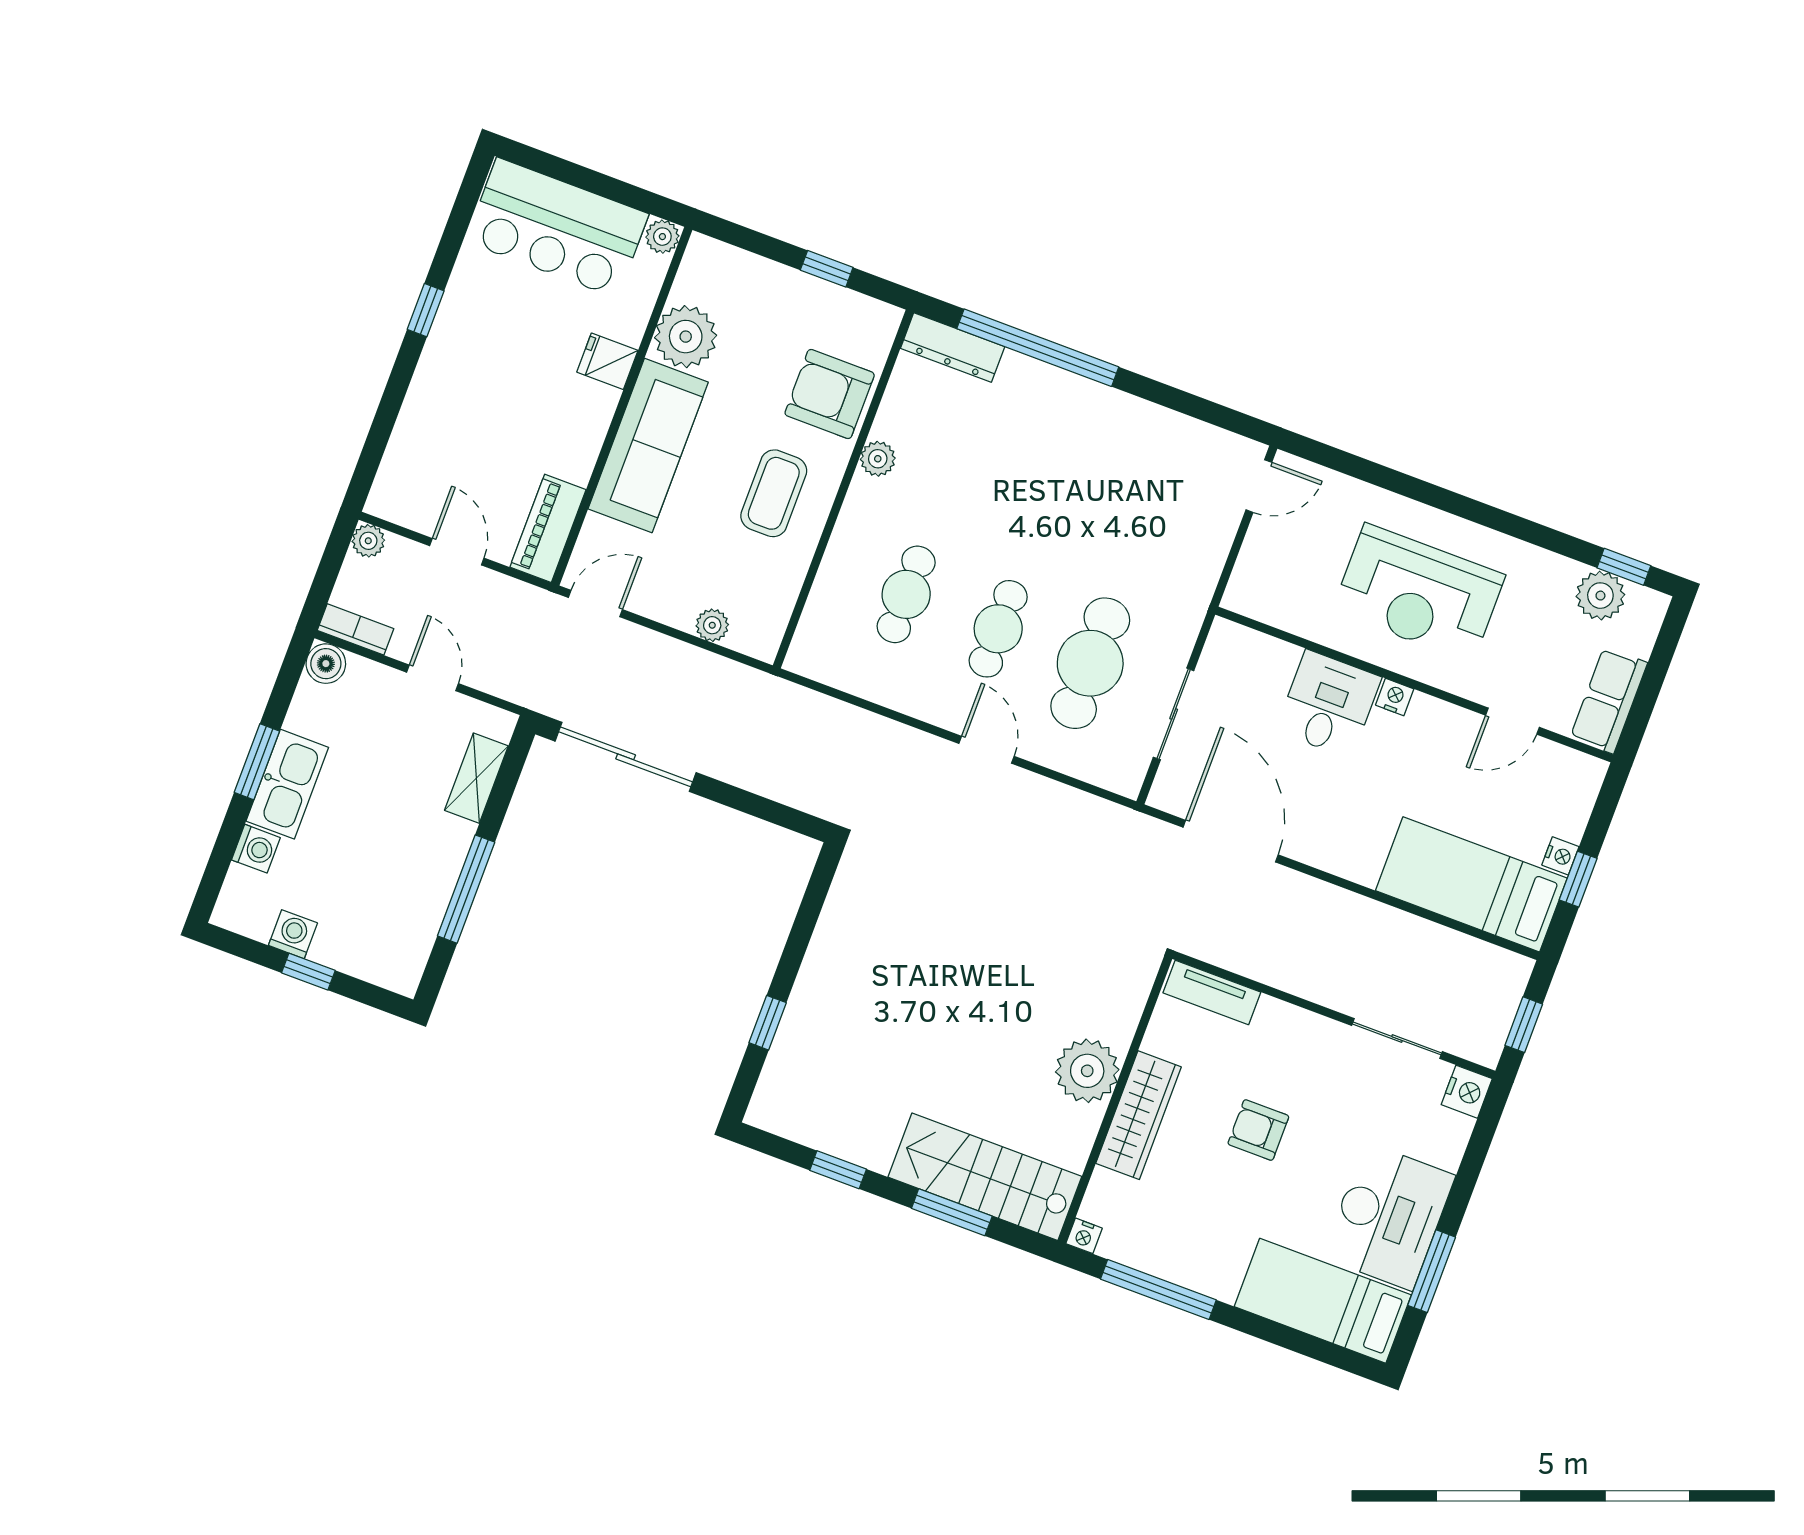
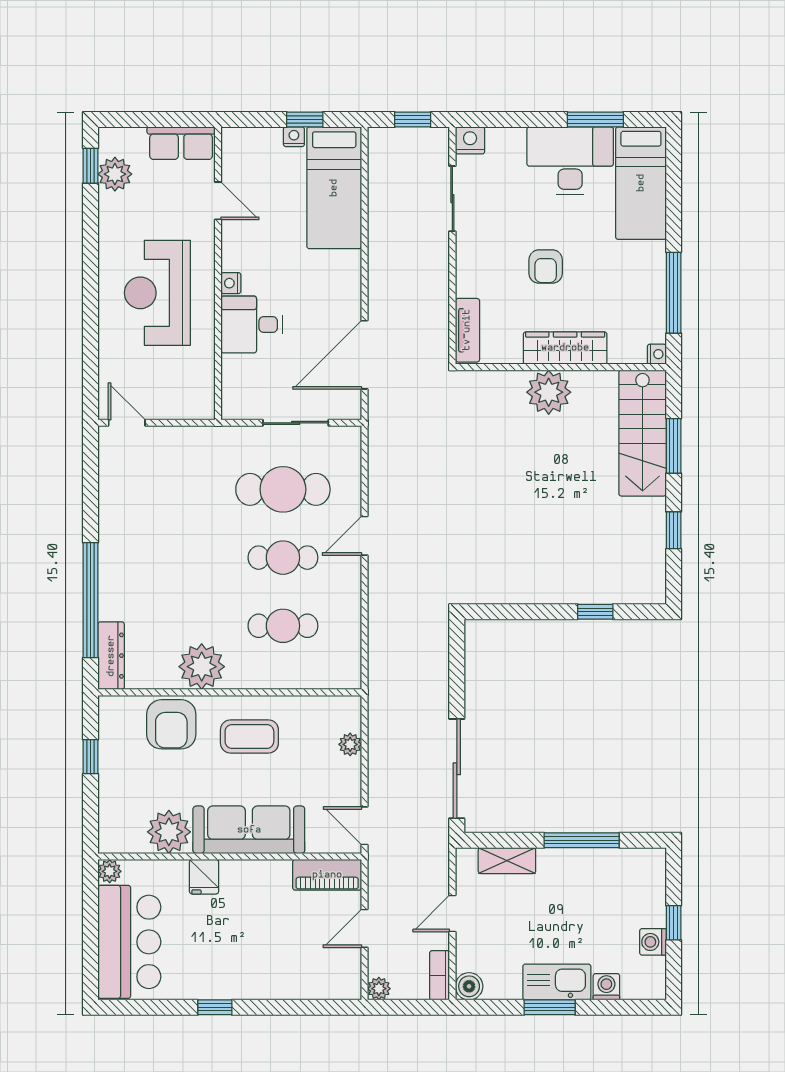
plant: (878, 459) -> (202, 667), width x1.87, depth x1.87
reception desk: (1419, 593) -> (157, 293), turned 180

